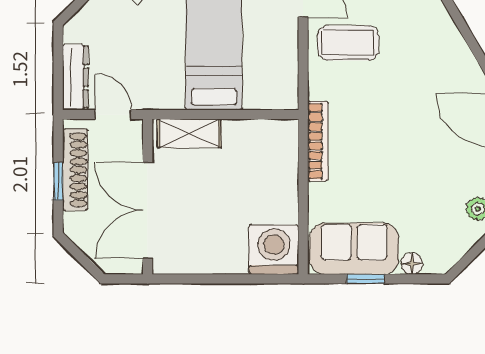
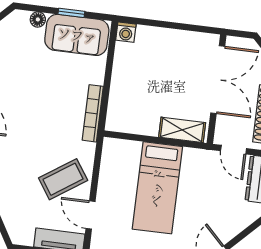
coffee table: (348, 43) -> (63, 179), turned -34
washing machine: (274, 250) -> (126, 32), width x0.53, depth x0.53

